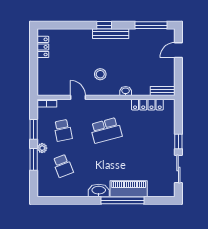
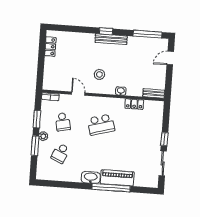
locker: (147, 105) -> (134, 104), width x0.66
school desk: (63, 166) -> (60, 153), turned 45

